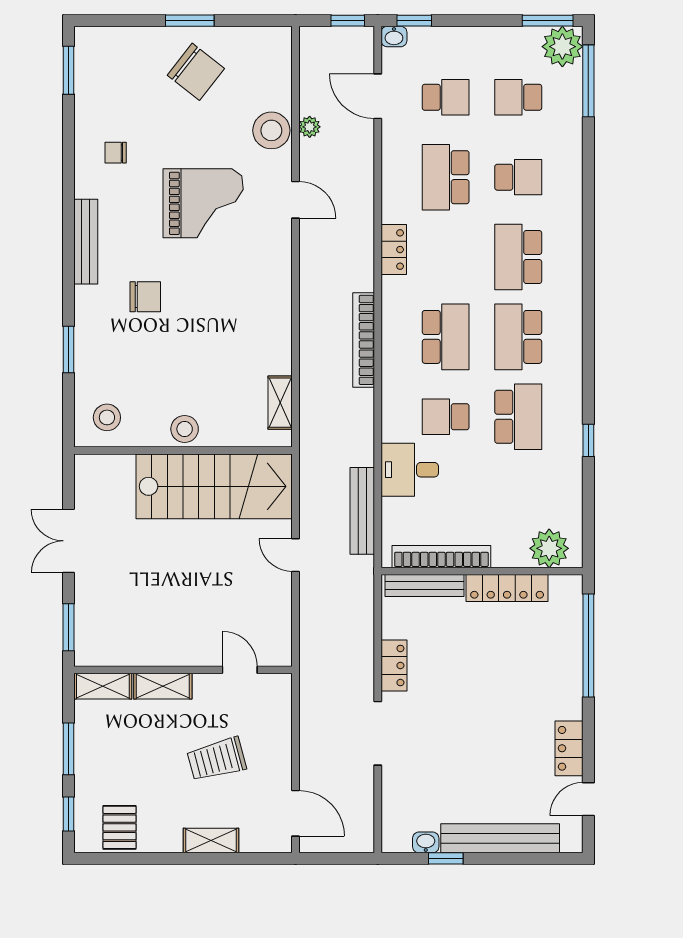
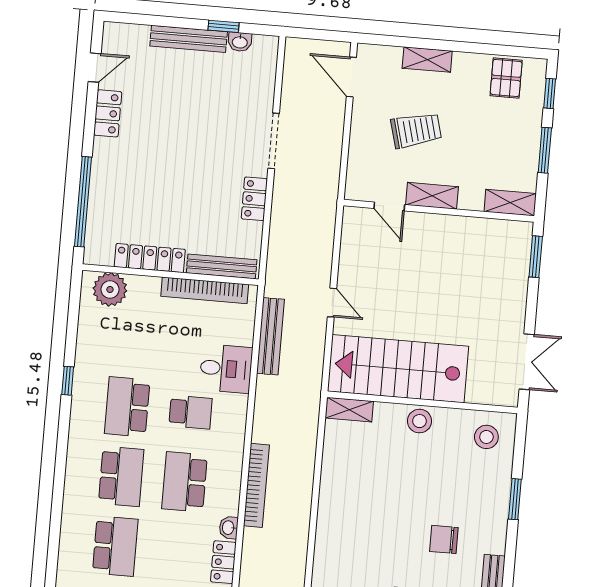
washbasin: (391, 289) -> (229, 528), added
shelving: (280, 403) -> (349, 410), moved, turned 90
double door: (69, 541) -> (527, 362), moved
shelving: (163, 686) -> (432, 196), moved
bench: (500, 838) -> (189, 39), width x0.73, depth x0.82

